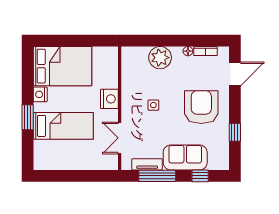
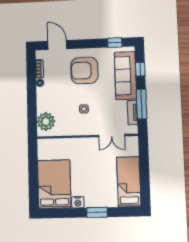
plant: (160, 58) -> (46, 121), moved
nightstand: (109, 99) -> (80, 145), removed
bed: (63, 126) -> (129, 182), moved
window: (235, 132) -> (115, 43), moved
sofa: (185, 157) -> (125, 76), width x1.36

